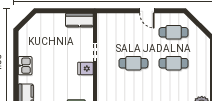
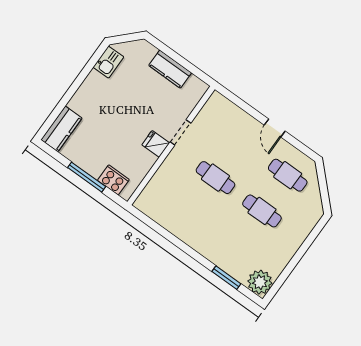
kitchen counter: (79, 20) -> (170, 69), moved
kitchen sink: (25, 66) -> (108, 62), moved

